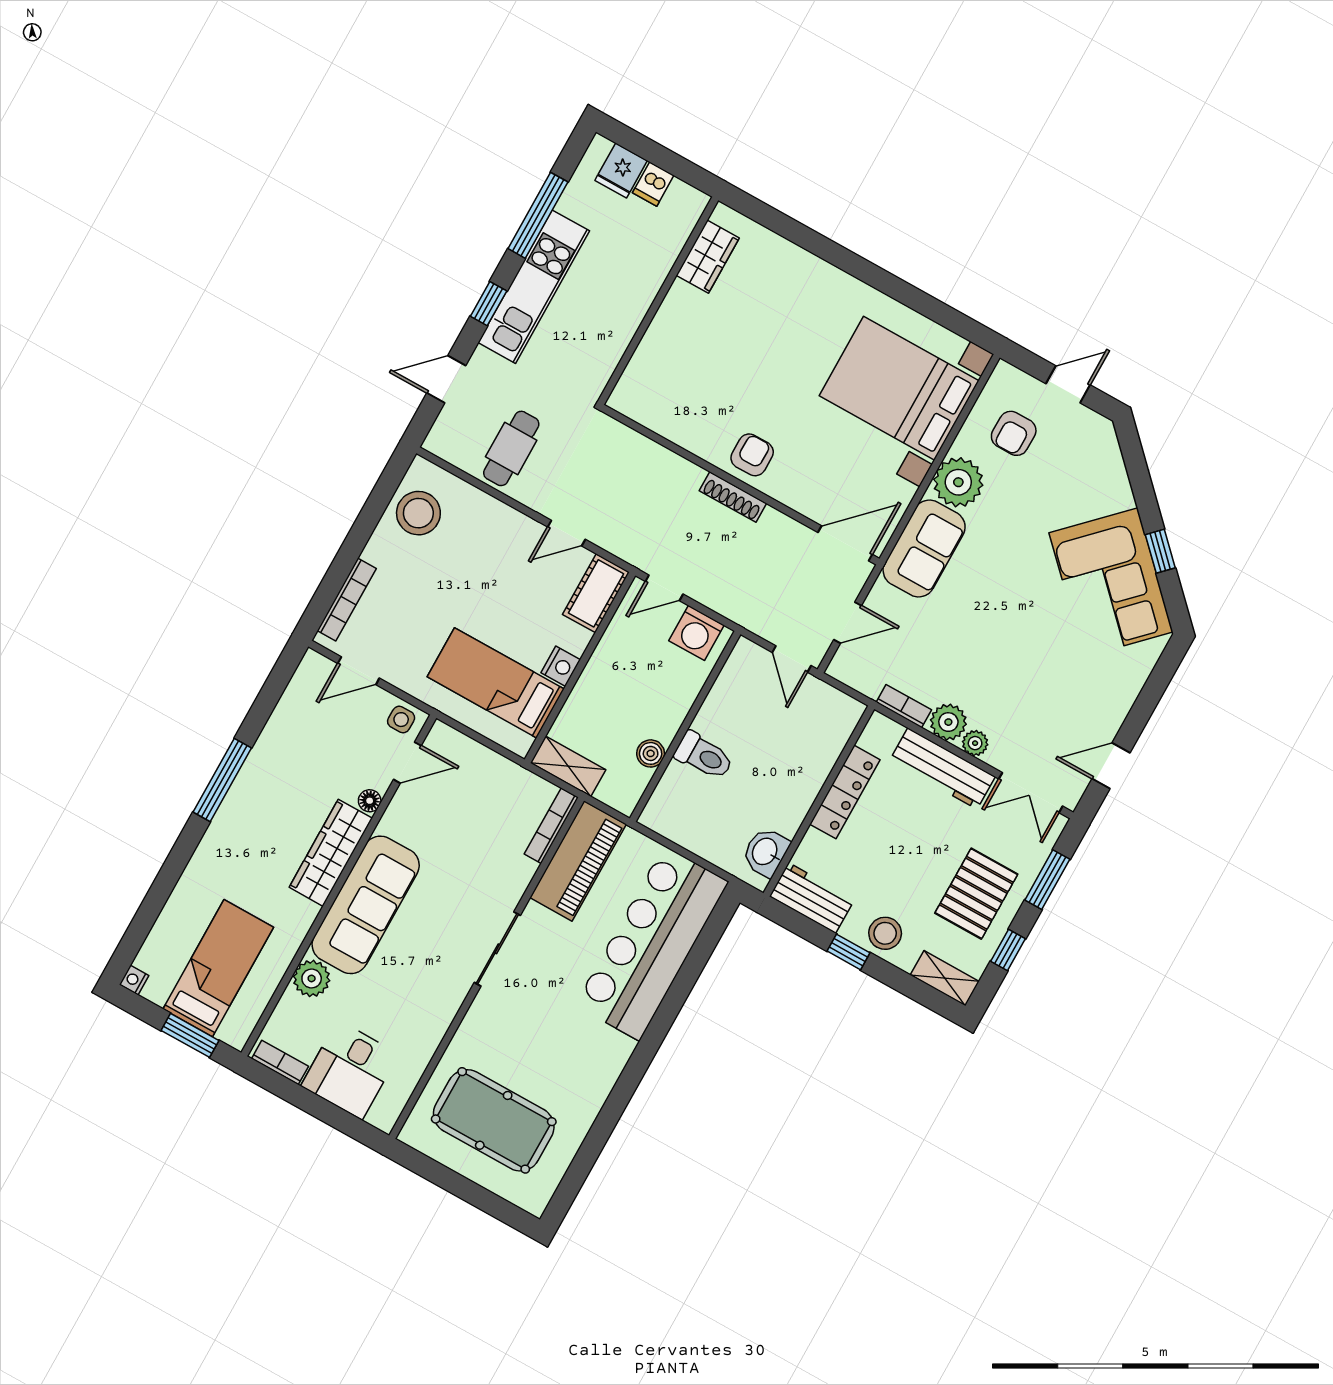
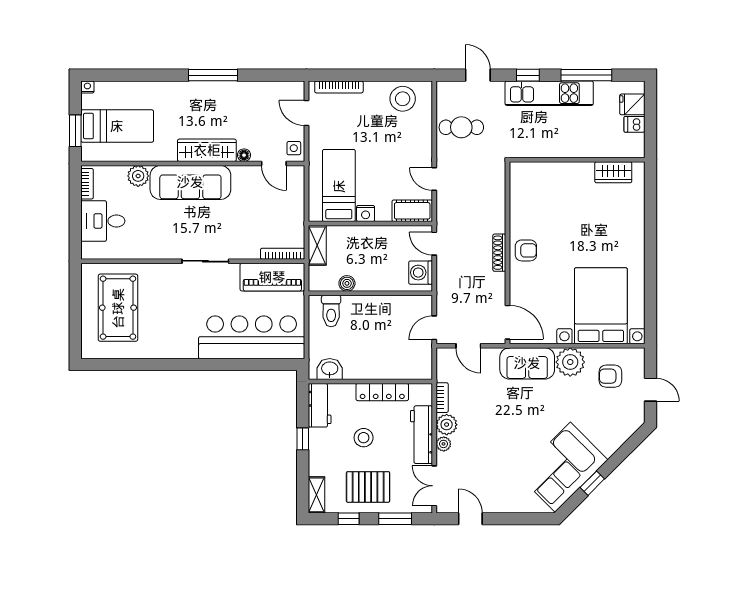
toilet: (704, 756) -> (331, 311), moved
stool: (885, 933) -> (364, 438), moved

